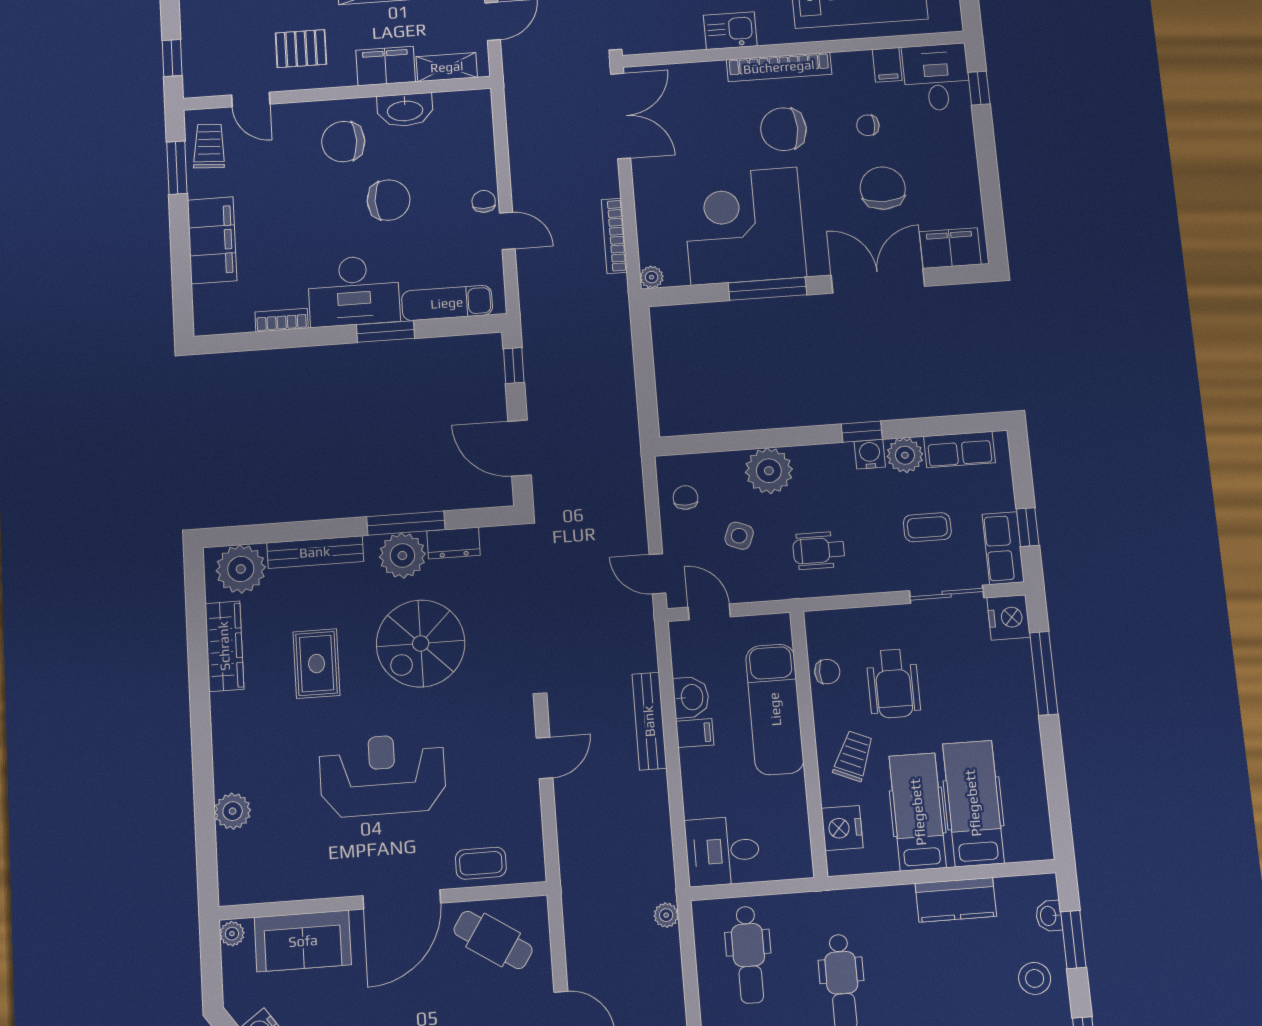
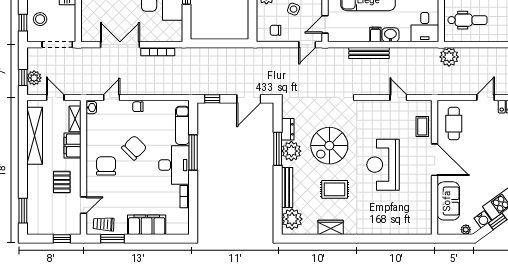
washbasin: (405, 110) -> (91, 108), moved, width x0.52, depth x0.69
double door: (621, 116) -> (120, 45), moved
chair: (343, 142) -> (106, 166), turned 180
chair: (389, 200) -> (134, 148), turned 45
door: (507, 231) -> (112, 97), moved
plant: (652, 277) -> (178, 37), removed
window: (386, 331) -> (193, 152), width x1.44
spiral stairs: (421, 643) -> (329, 146), turned 90
wardrobe: (224, 646) -> (331, 227), width x0.67
washbasin: (691, 697) -> (390, 35), moved
door: (544, 758) -> (398, 97), moved
plant: (233, 811) -> (393, 227), removed
plant: (666, 915) -> (449, 57), width x1.88, depth x1.88
plant: (232, 934) -> (466, 230), moved
cafe table: (493, 940) -> (454, 124), turned -33

